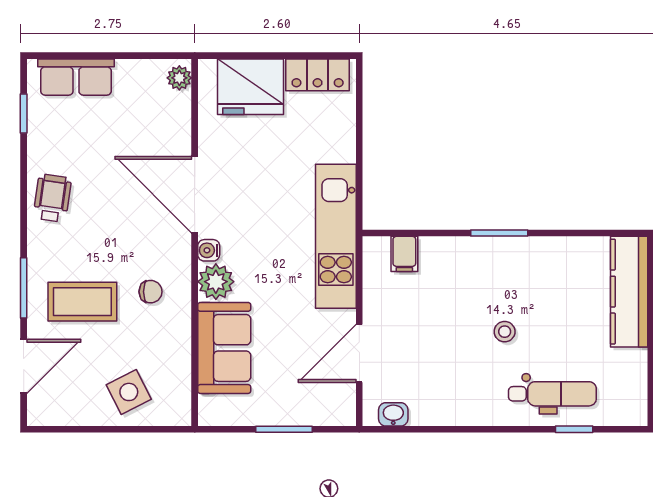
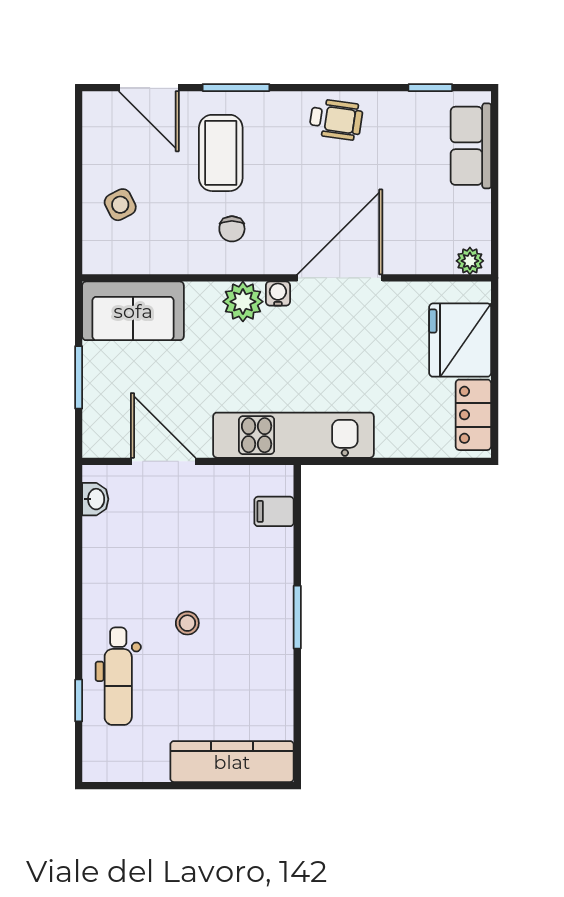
sofa: (224, 348) -> (133, 311), moved
side table: (129, 392) -> (120, 205), width x0.73, depth x0.73

